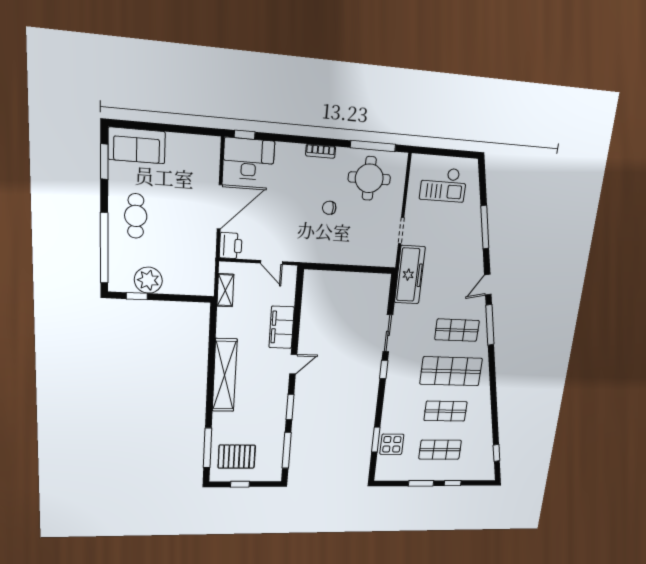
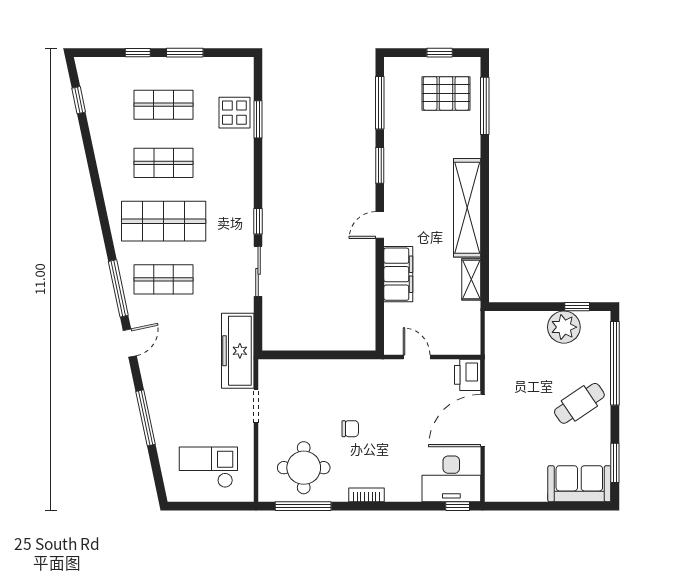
cafe table: (136, 216) -> (579, 403), turned 56
shelving: (225, 290) -> (471, 279), moved

